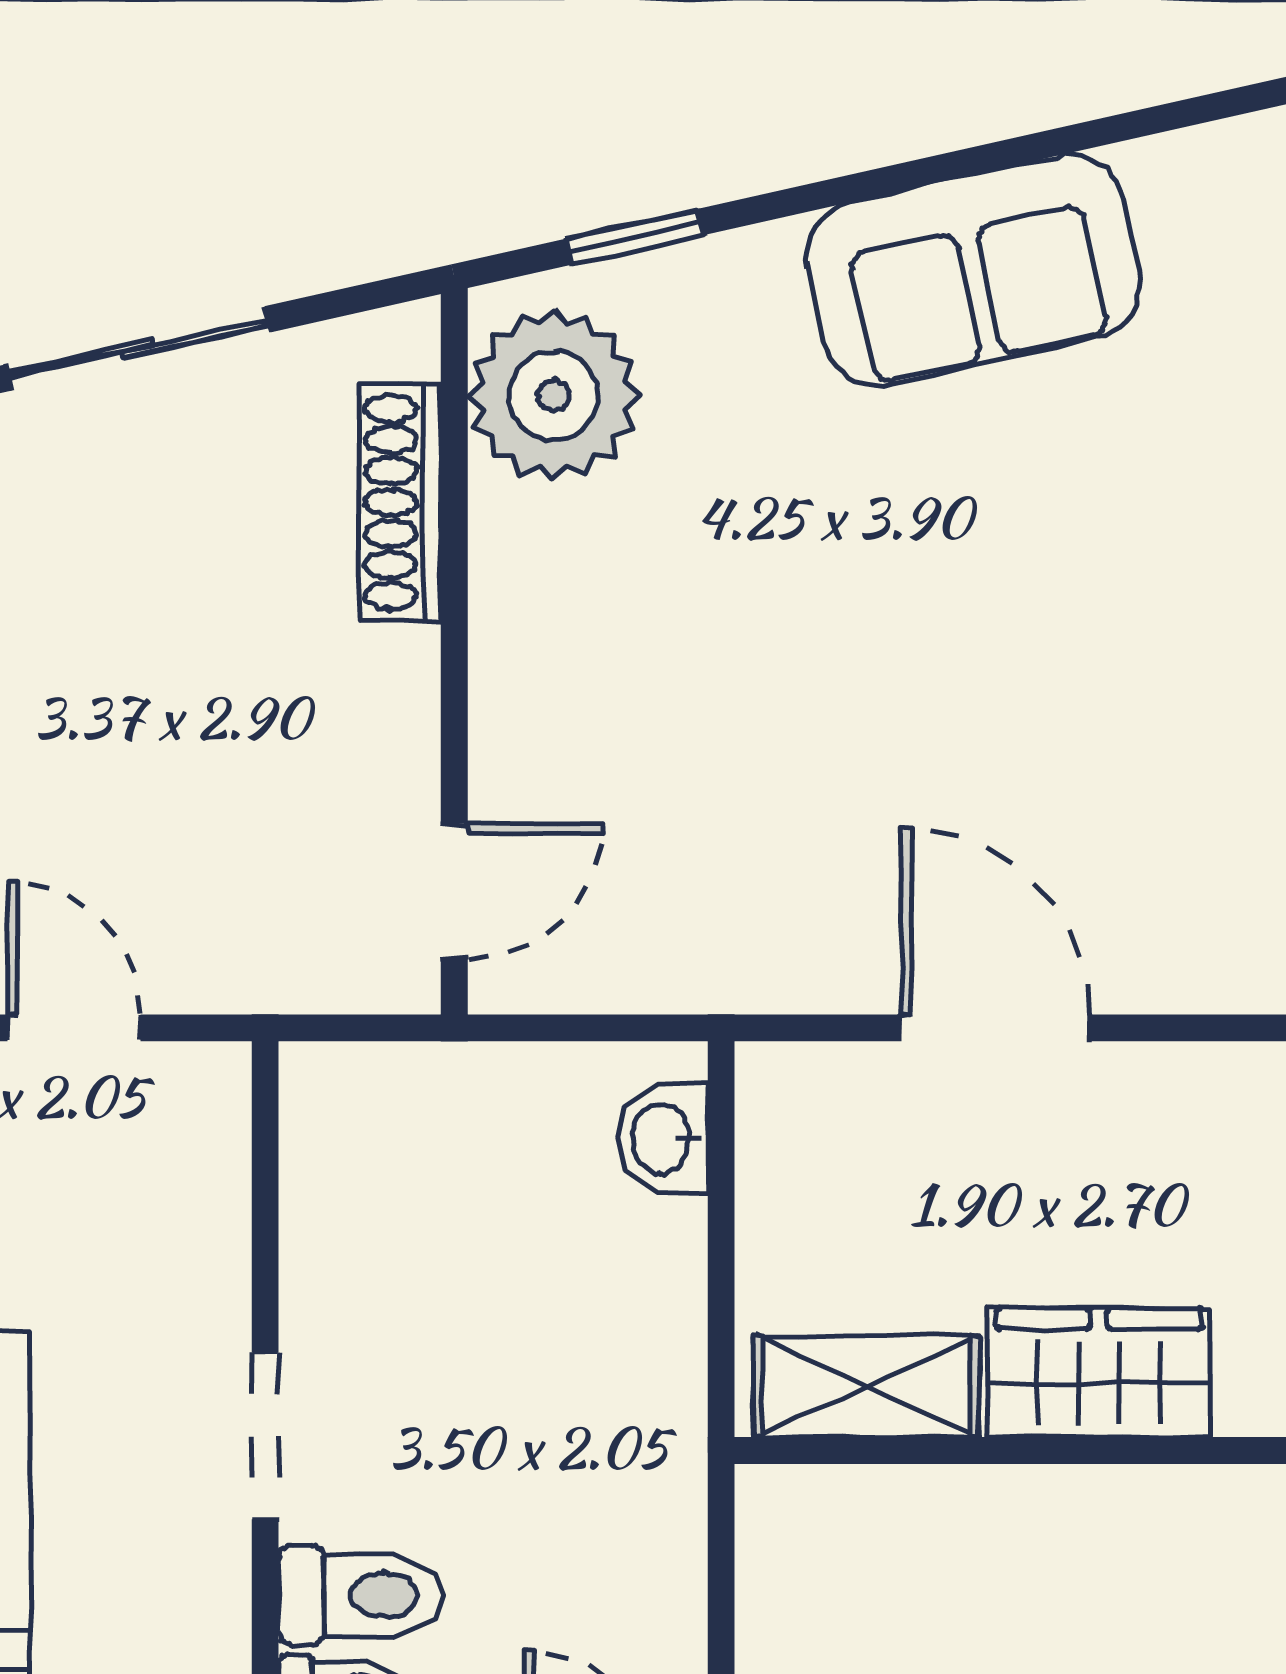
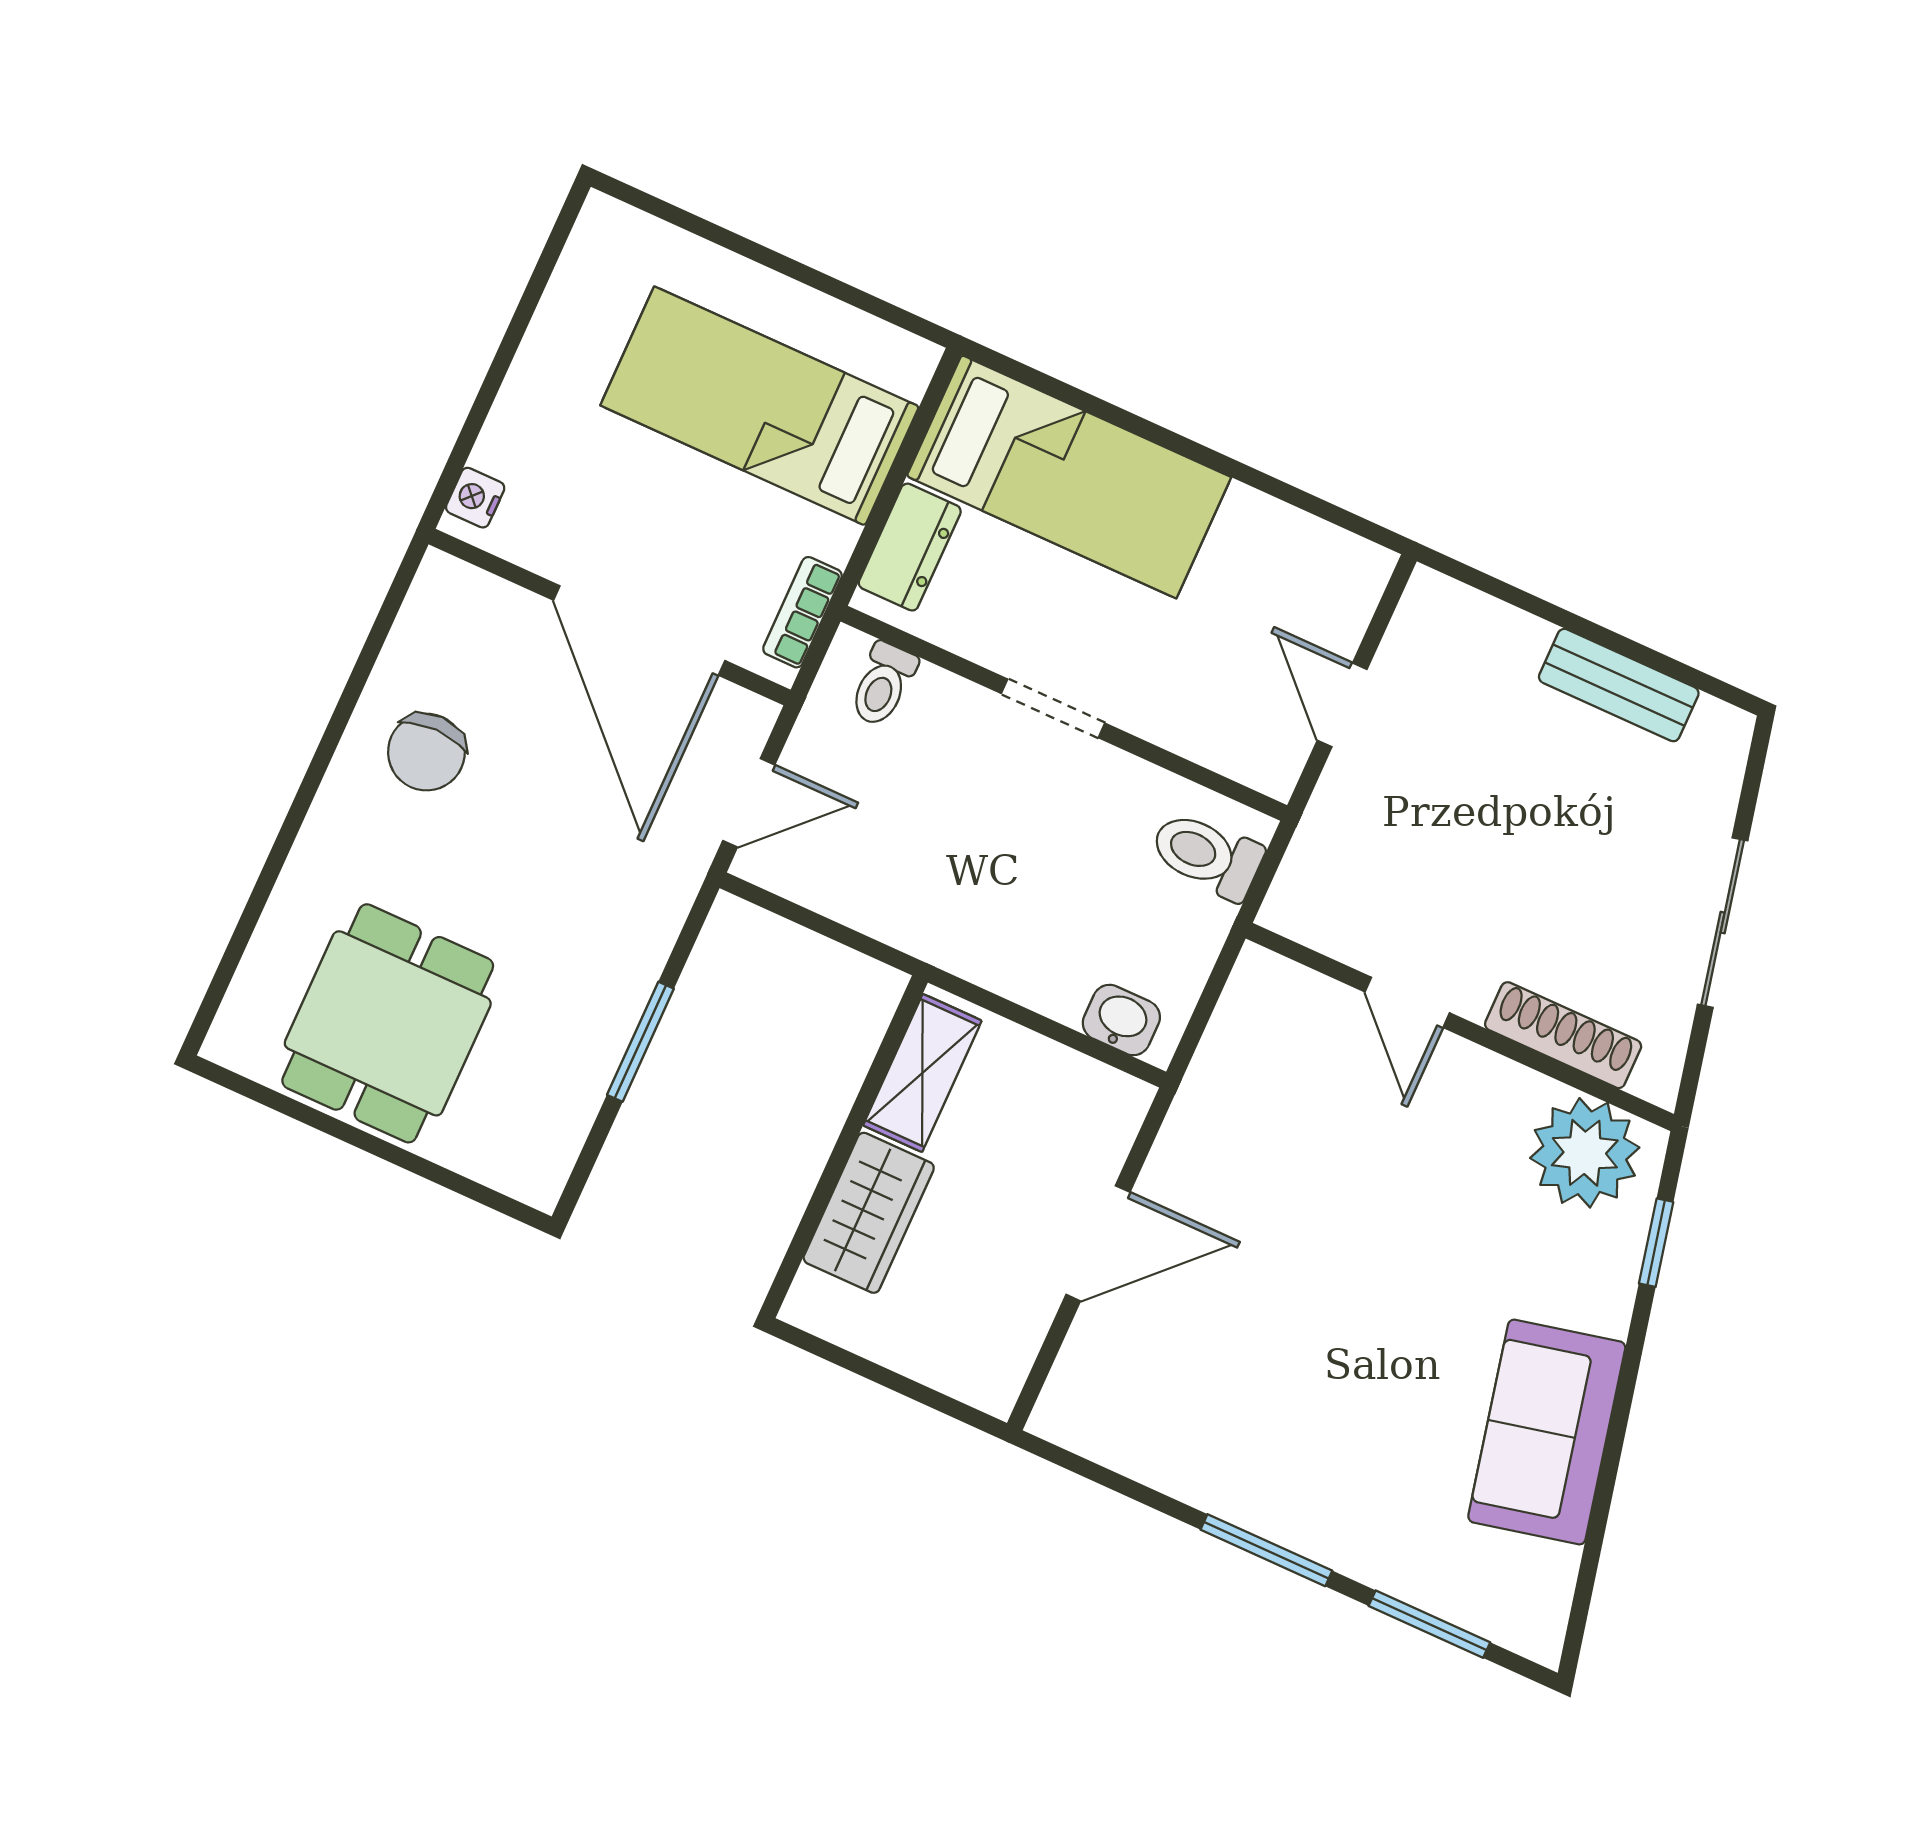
door: (454, 891) -> (1407, 1002), moved
door: (74, 1028) -> (1342, 705), swing flipped
toilet: (361, 1595) -> (1207, 855), moved, turned 90

